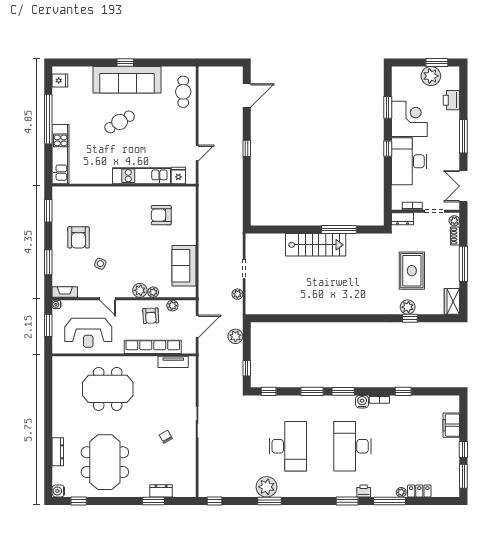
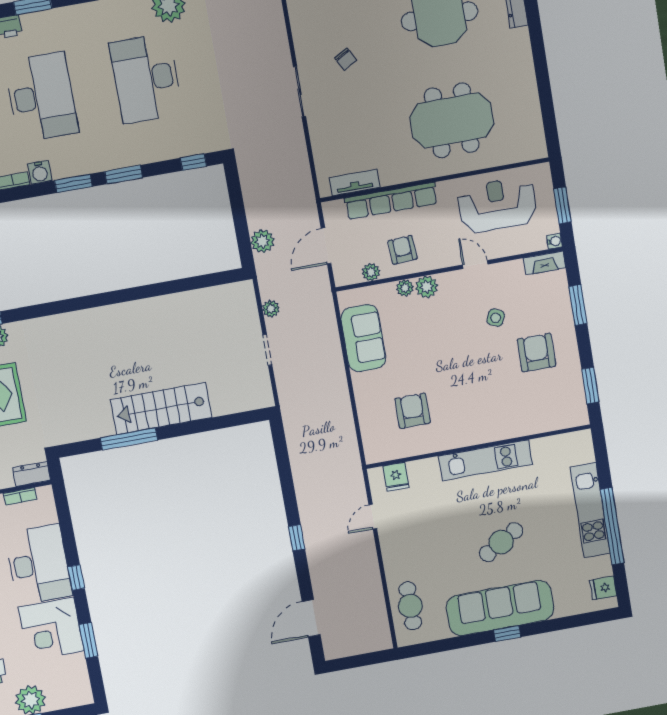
kitchen unit: (61, 154) -> (590, 510), moved
kitchen unit: (142, 176) -> (485, 460), moved
armchair: (161, 215) -> (412, 411), turned -90
window: (247, 368) -> (235, 193), removed

